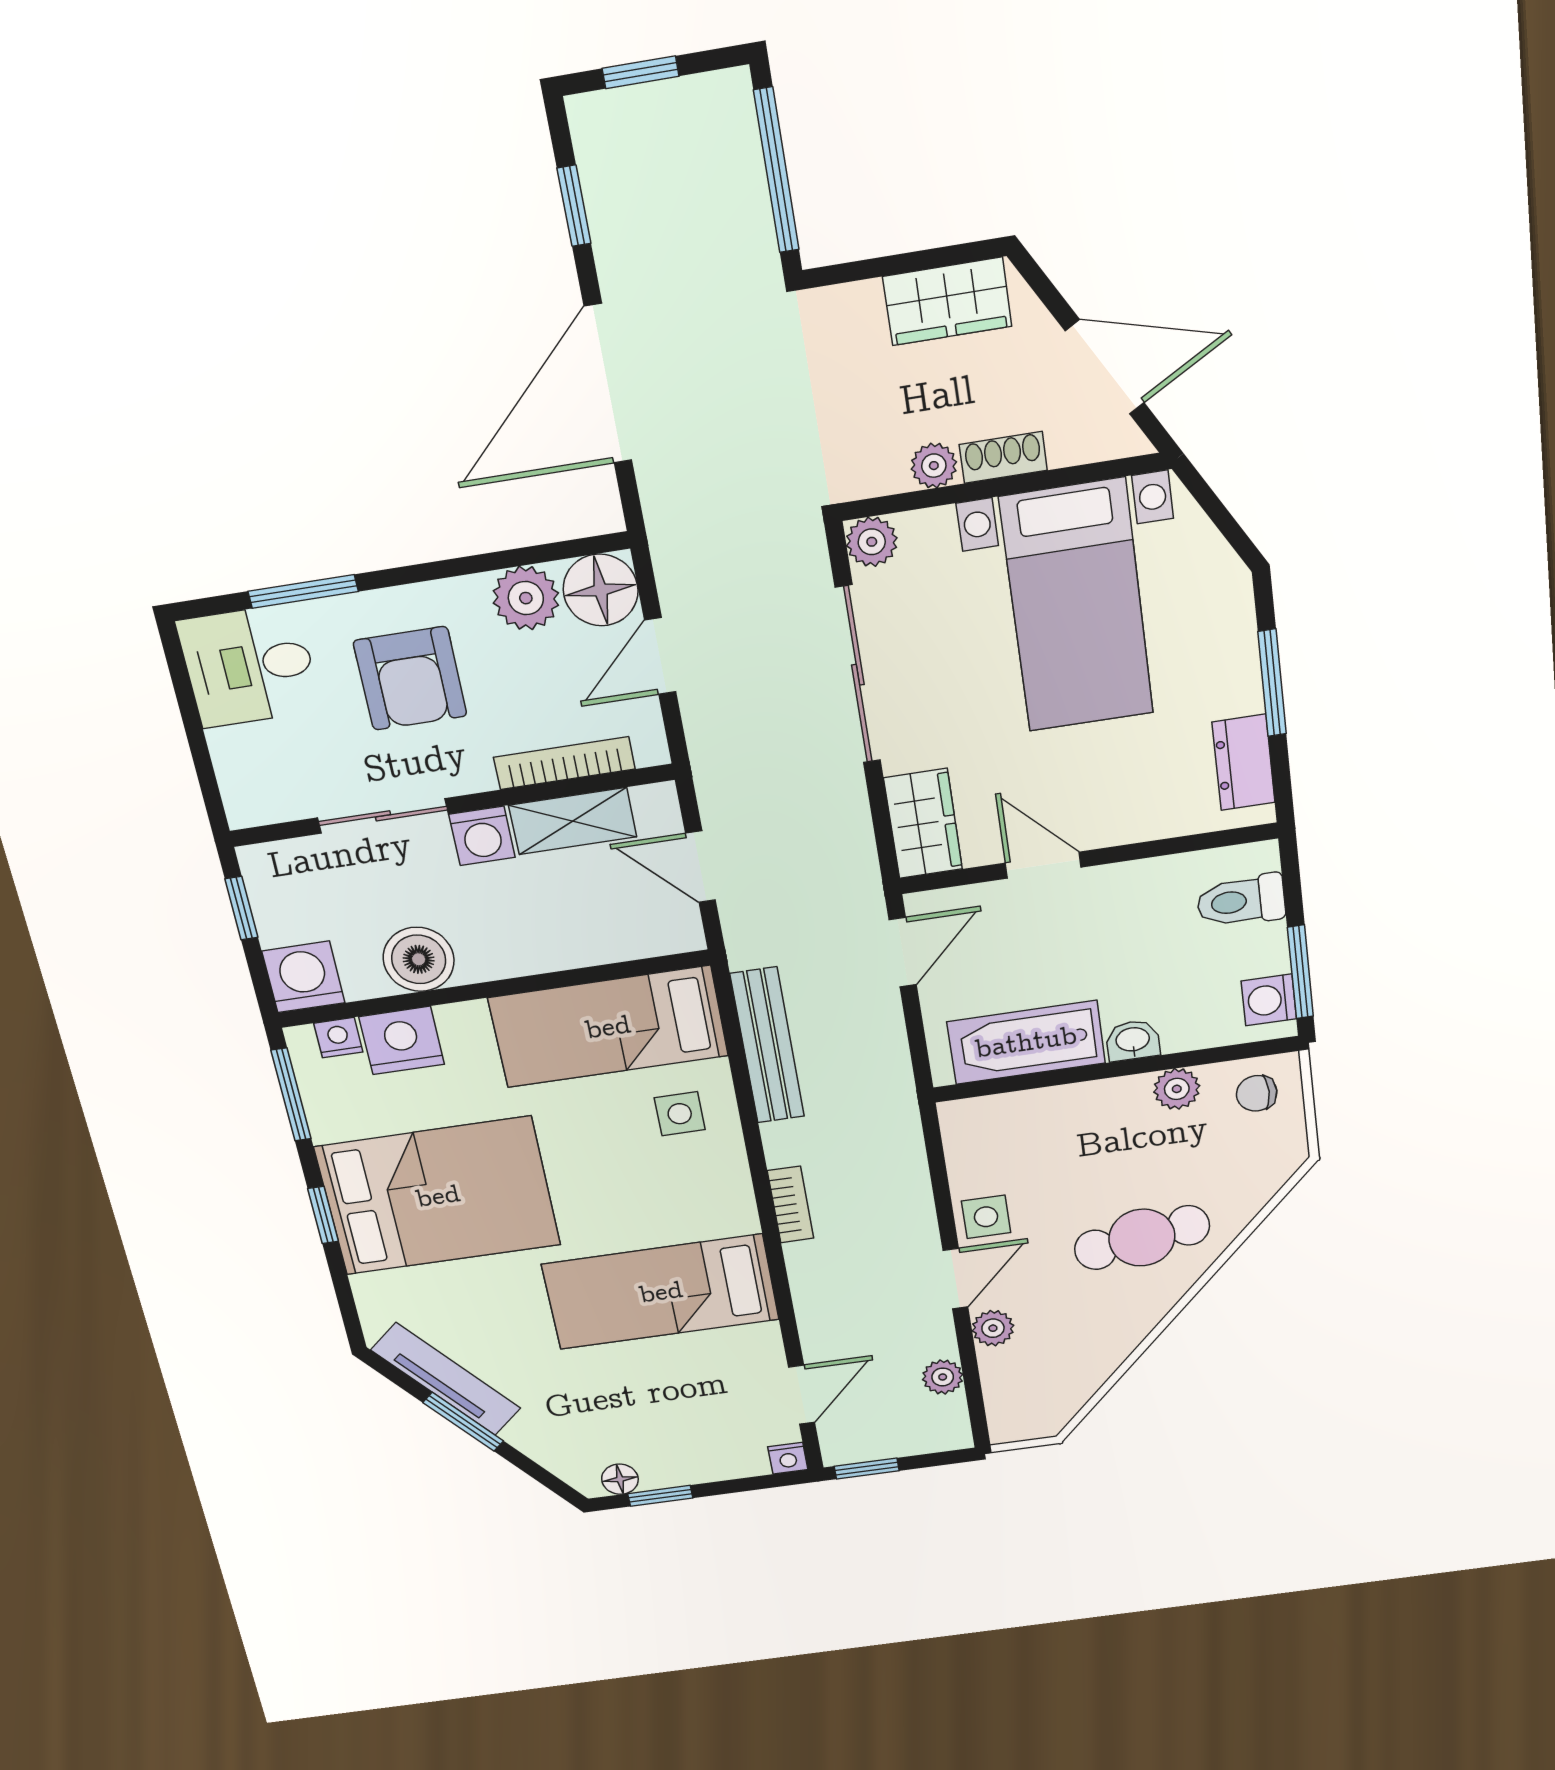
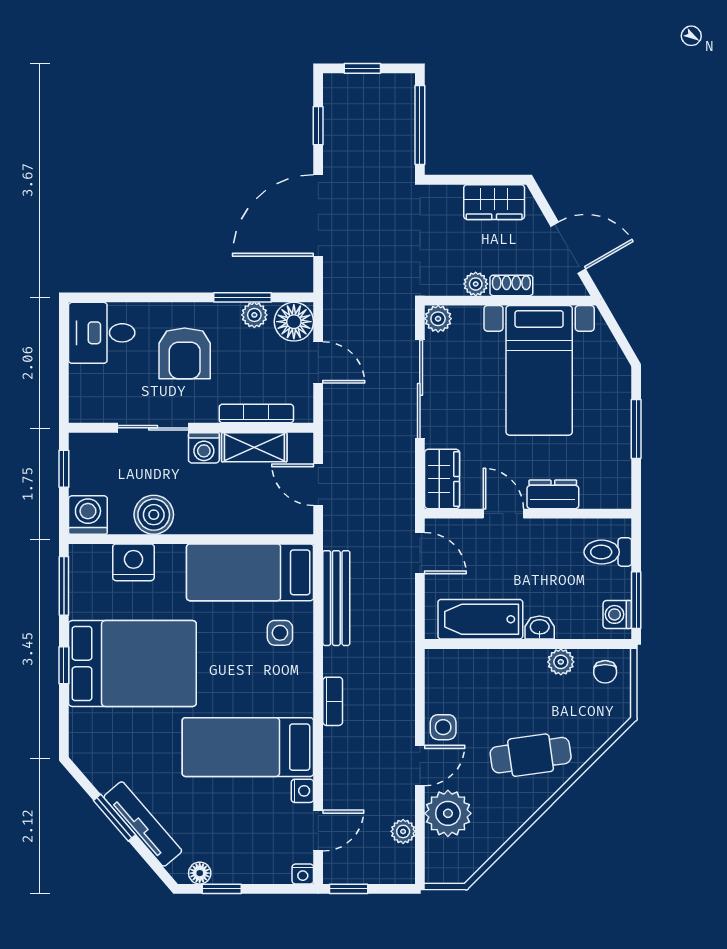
window: (303, 591) -> (242, 297), moved
plant: (526, 598) -> (254, 315), width x0.73, depth x0.73
door: (660, 656) -> (318, 362), swing flipped
dresser: (1243, 762) -> (553, 494), moved, turned 90
door: (903, 952) -> (420, 553), hinge flipped
nightstand: (338, 1038) -> (302, 791), moved, turned 90
chair: (1257, 1093) -> (605, 672), turned -90
plant: (993, 1328) -> (448, 813), width x1.87, depth x1.87
tv unit: (446, 1379) -> (143, 824), moved

